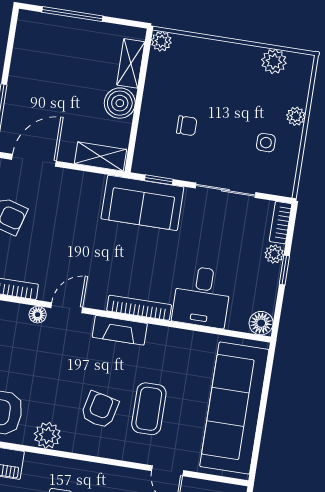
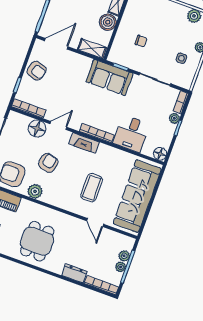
floor lamp: (38, 315) -> (37, 129), width x1.89, depth x1.89
armchair: (100, 410) -> (48, 163), moved

